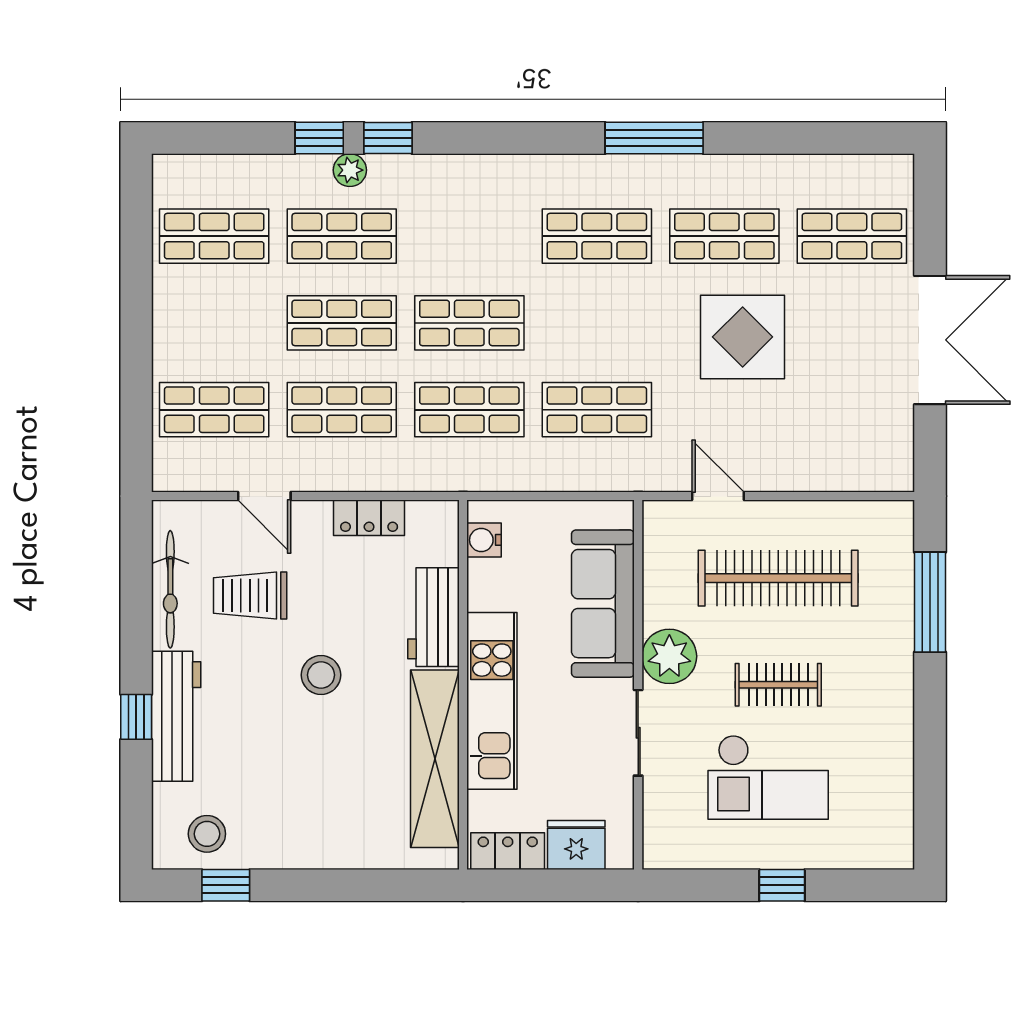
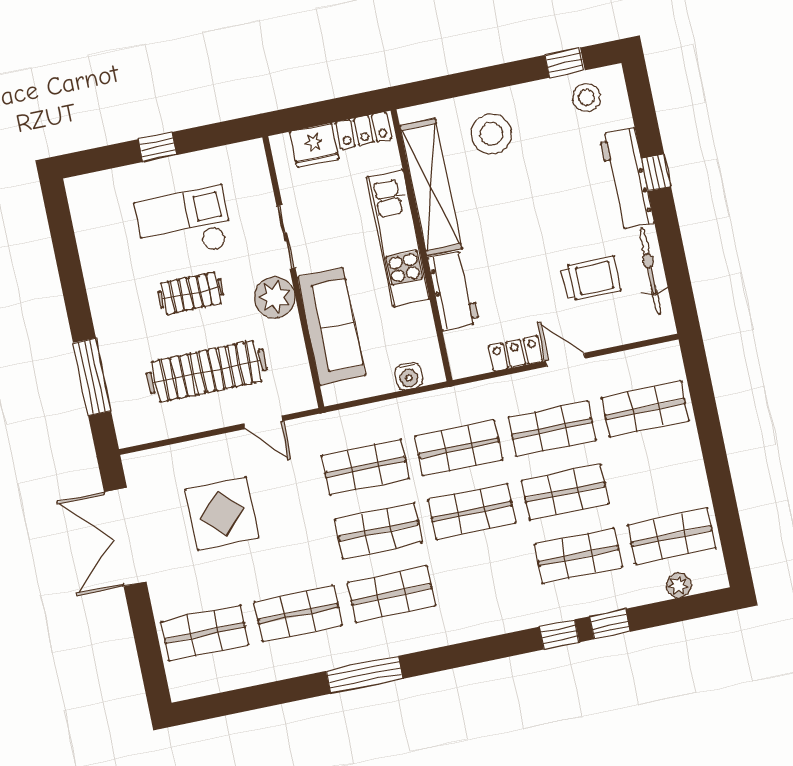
plant: (350, 170) -> (679, 585), moved
shop shelf: (597, 323) -> (378, 531), added
display table: (743, 337) -> (222, 513), moved
double door: (930, 340) -> (125, 537), moved
door: (264, 496) -> (565, 360), moved
water cooler: (484, 540) -> (409, 376), moved, turned 90
stool: (321, 675) -> (491, 134), moved, width x1.38, depth x1.38

